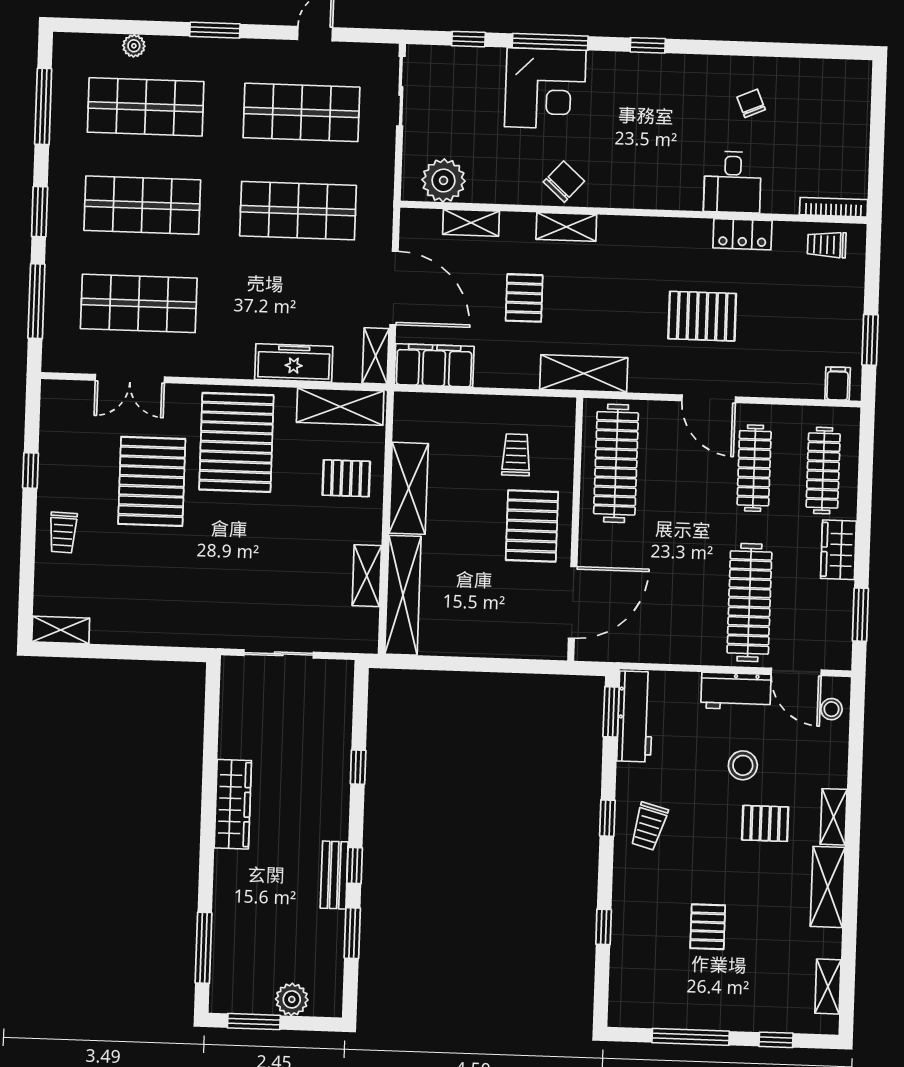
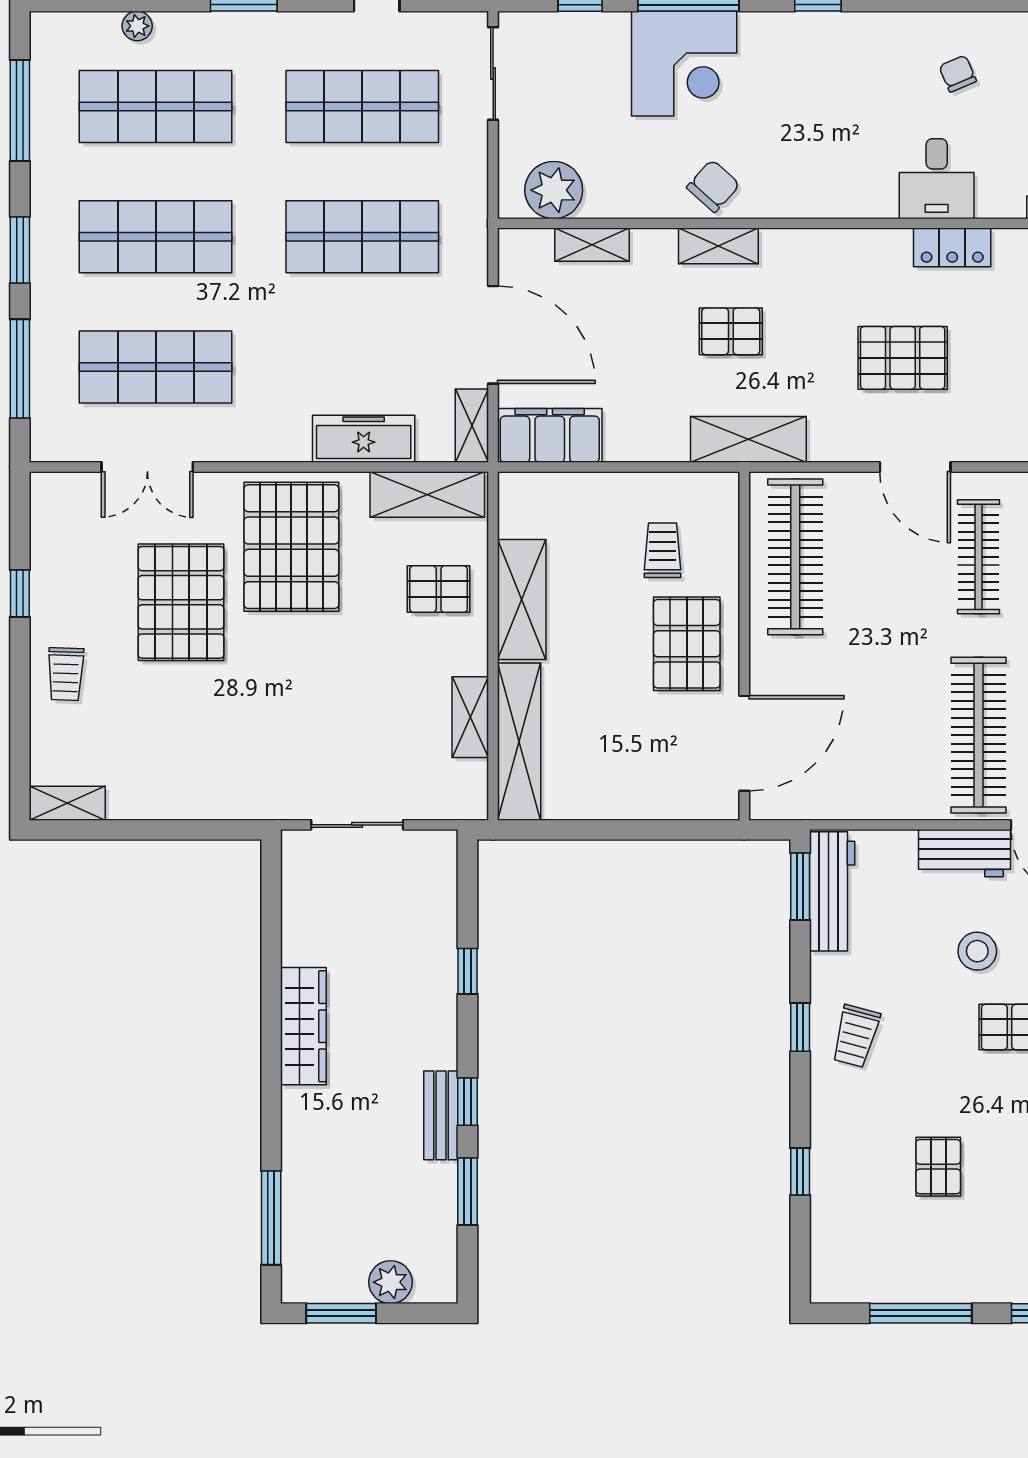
pallet: (524, 298) -> (731, 331), moved, turned 90

